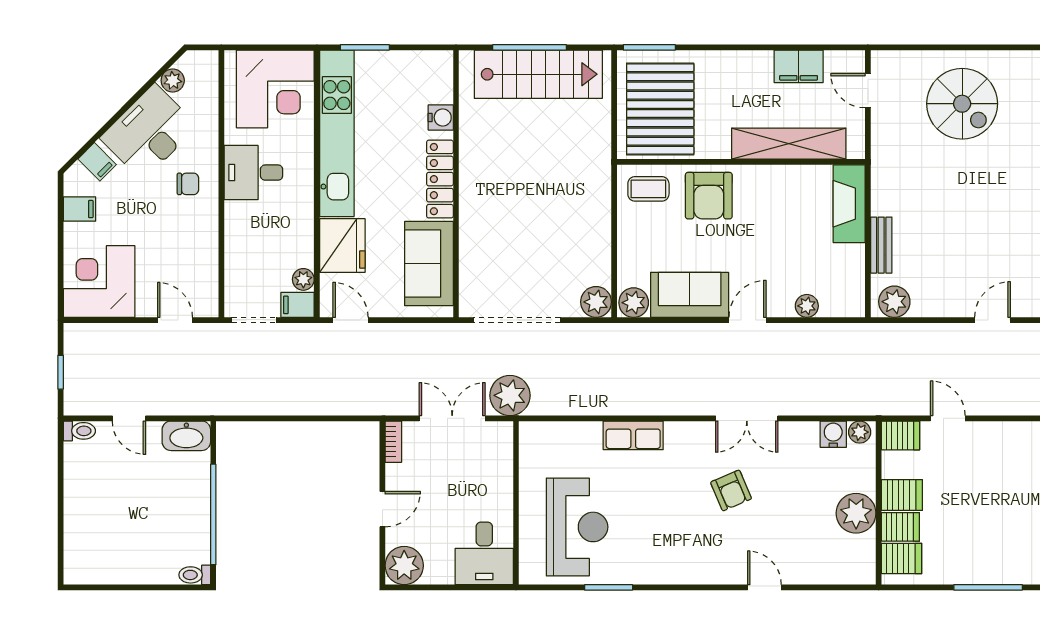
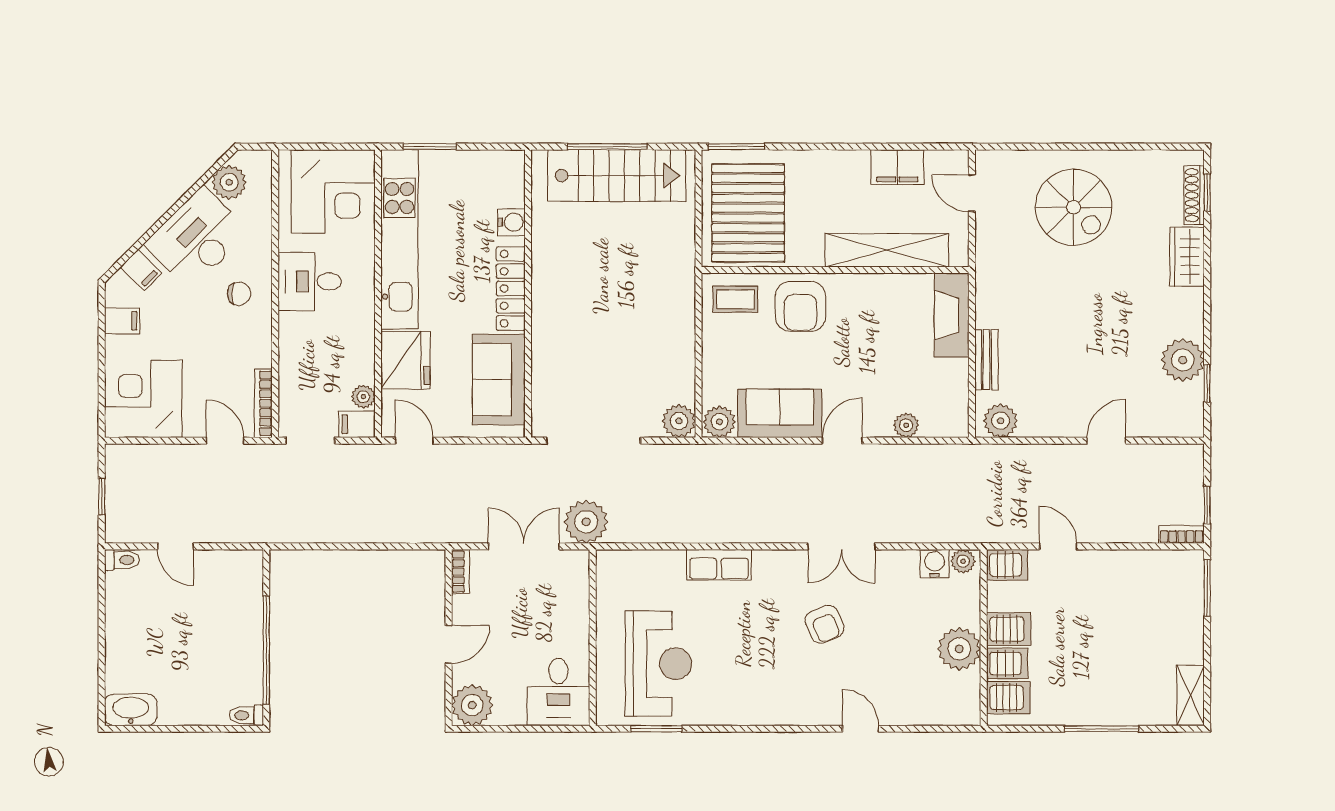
plant: (173, 80) -> (229, 182), width x1.38, depth x1.38
bookcase: (211, 285) -> (263, 403), added
washbasin: (186, 436) -> (131, 710), moved, turned 180
window: (609, 587) -> (656, 729), moved

